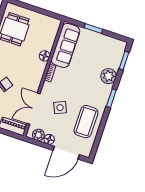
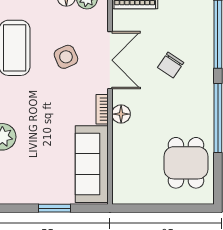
floor lamp: (45, 56) -> (121, 114), moved
double door: (33, 109) -> (110, 60), moved

